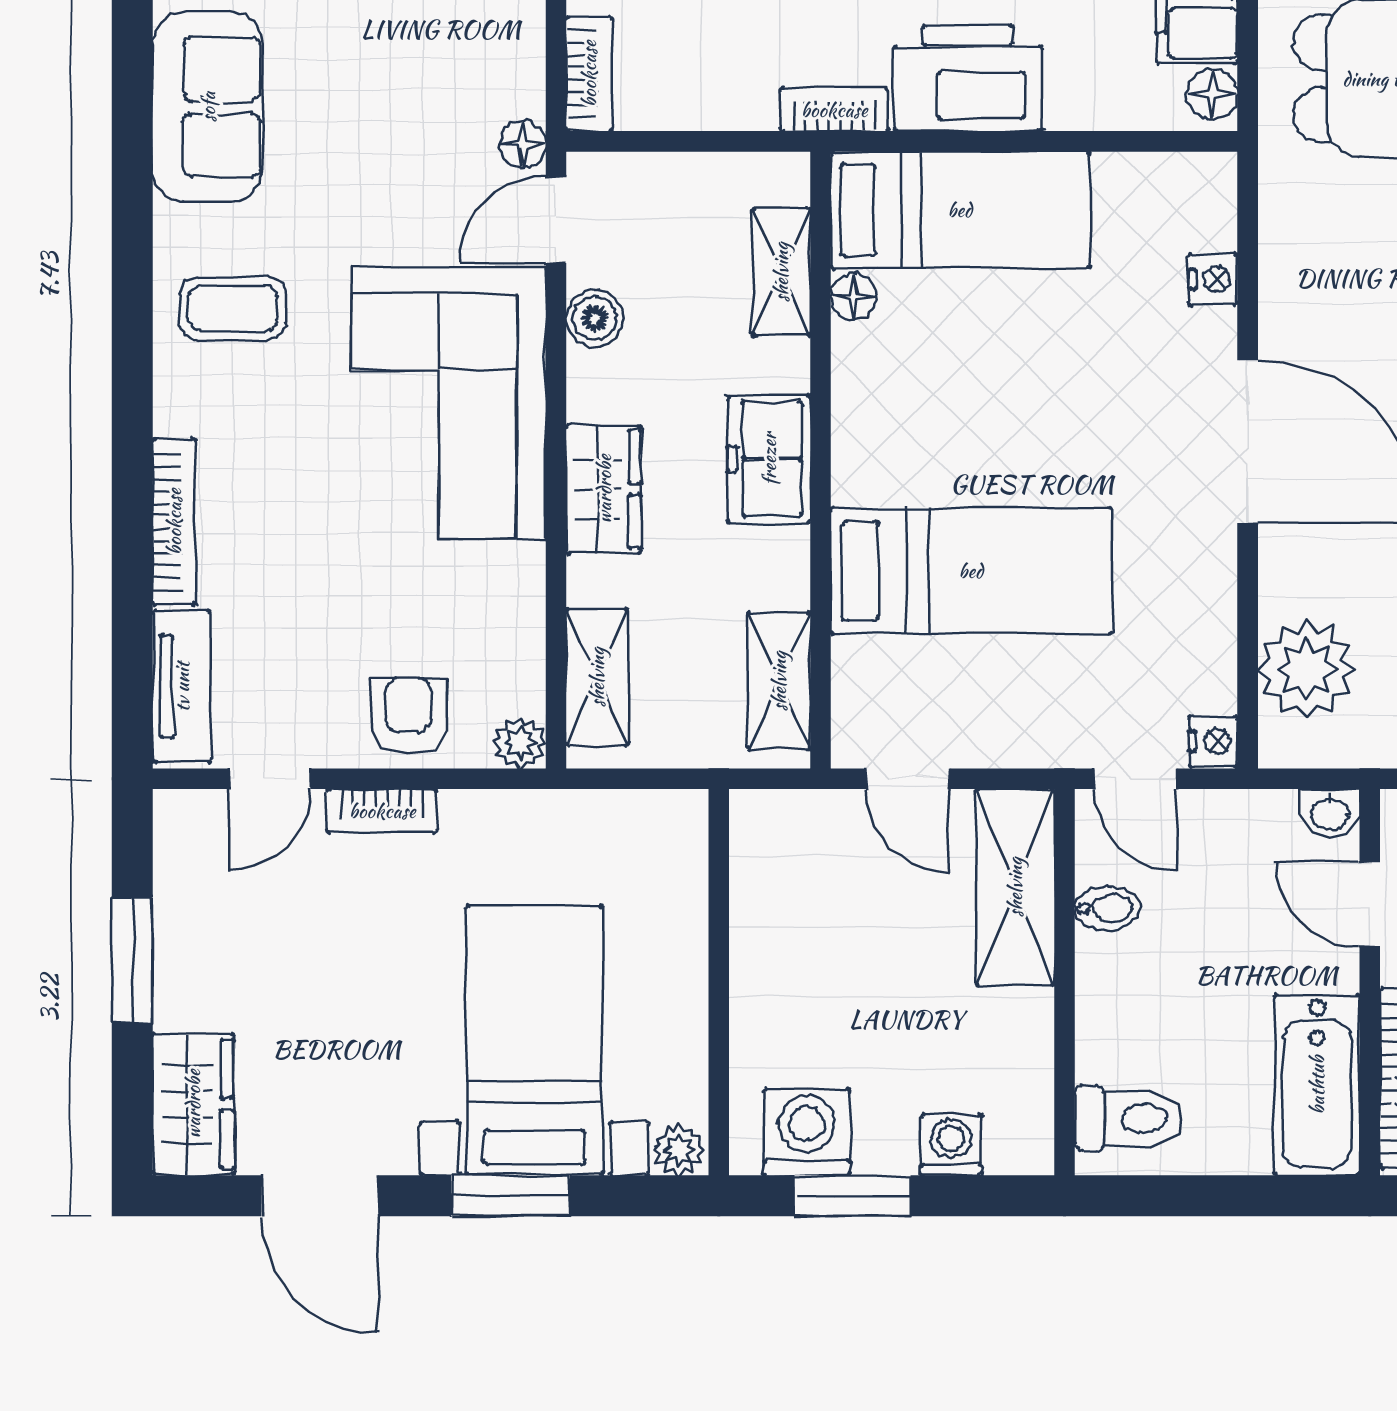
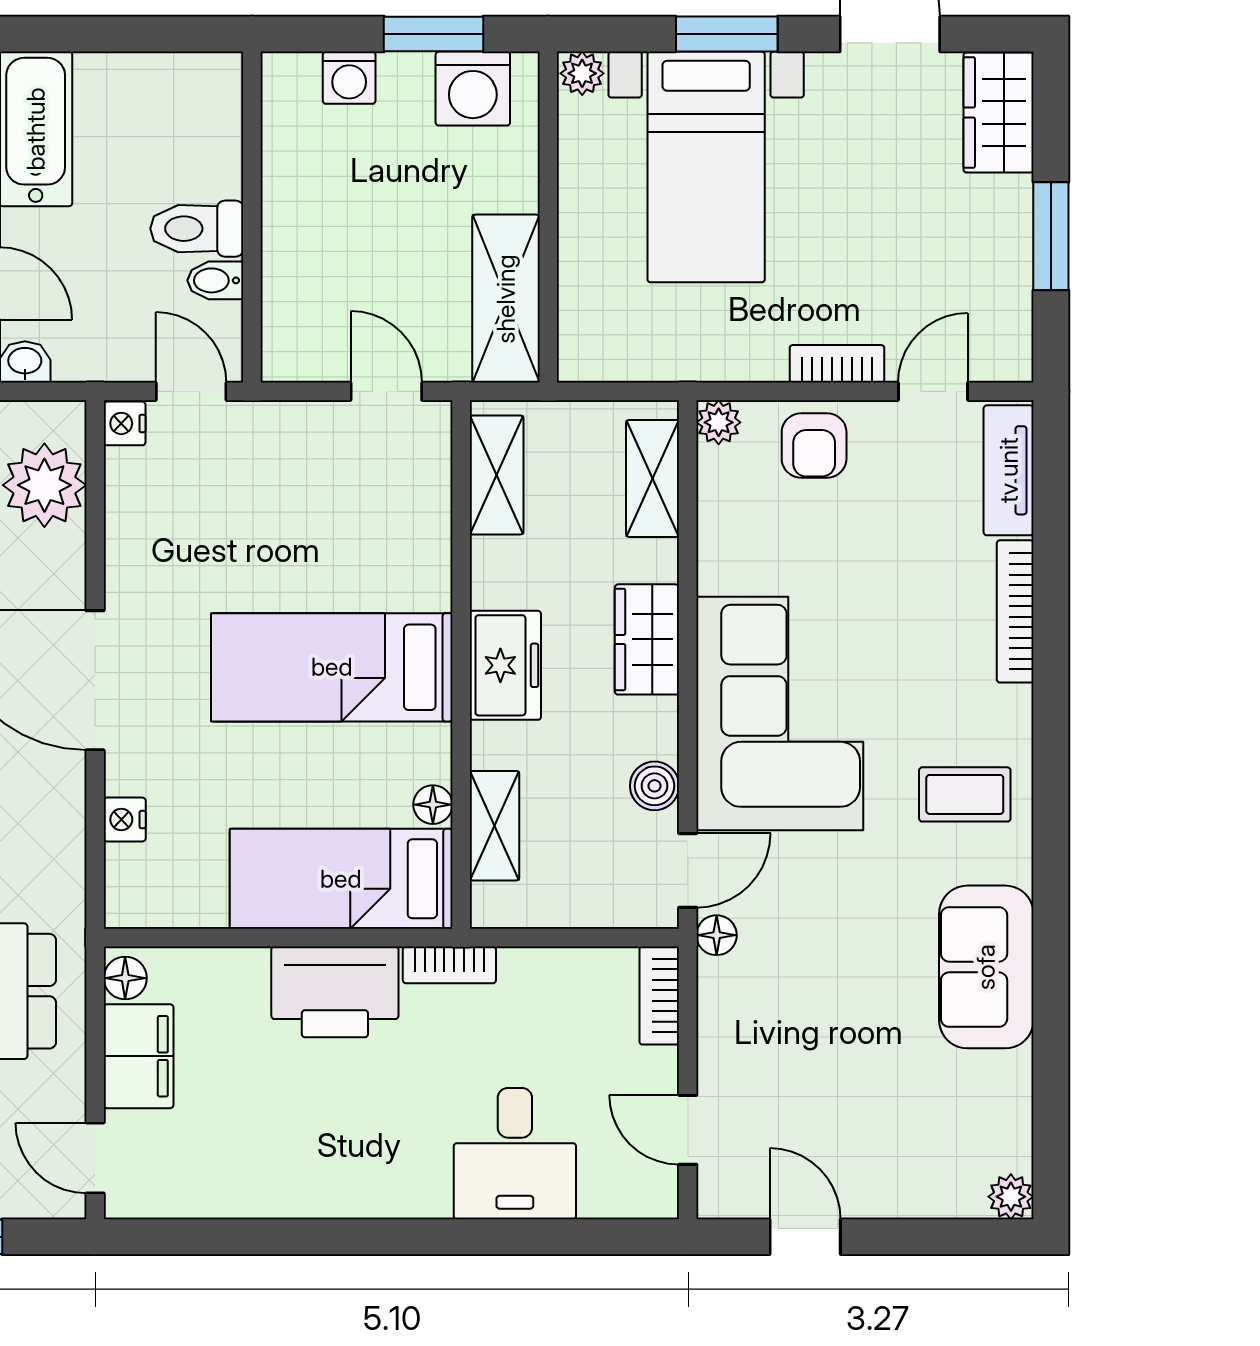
bed: (971, 571) -> (332, 667), moved
shelving: (1015, 887) -> (506, 299), moved
toilet: (1129, 1118) -> (197, 229), moved

